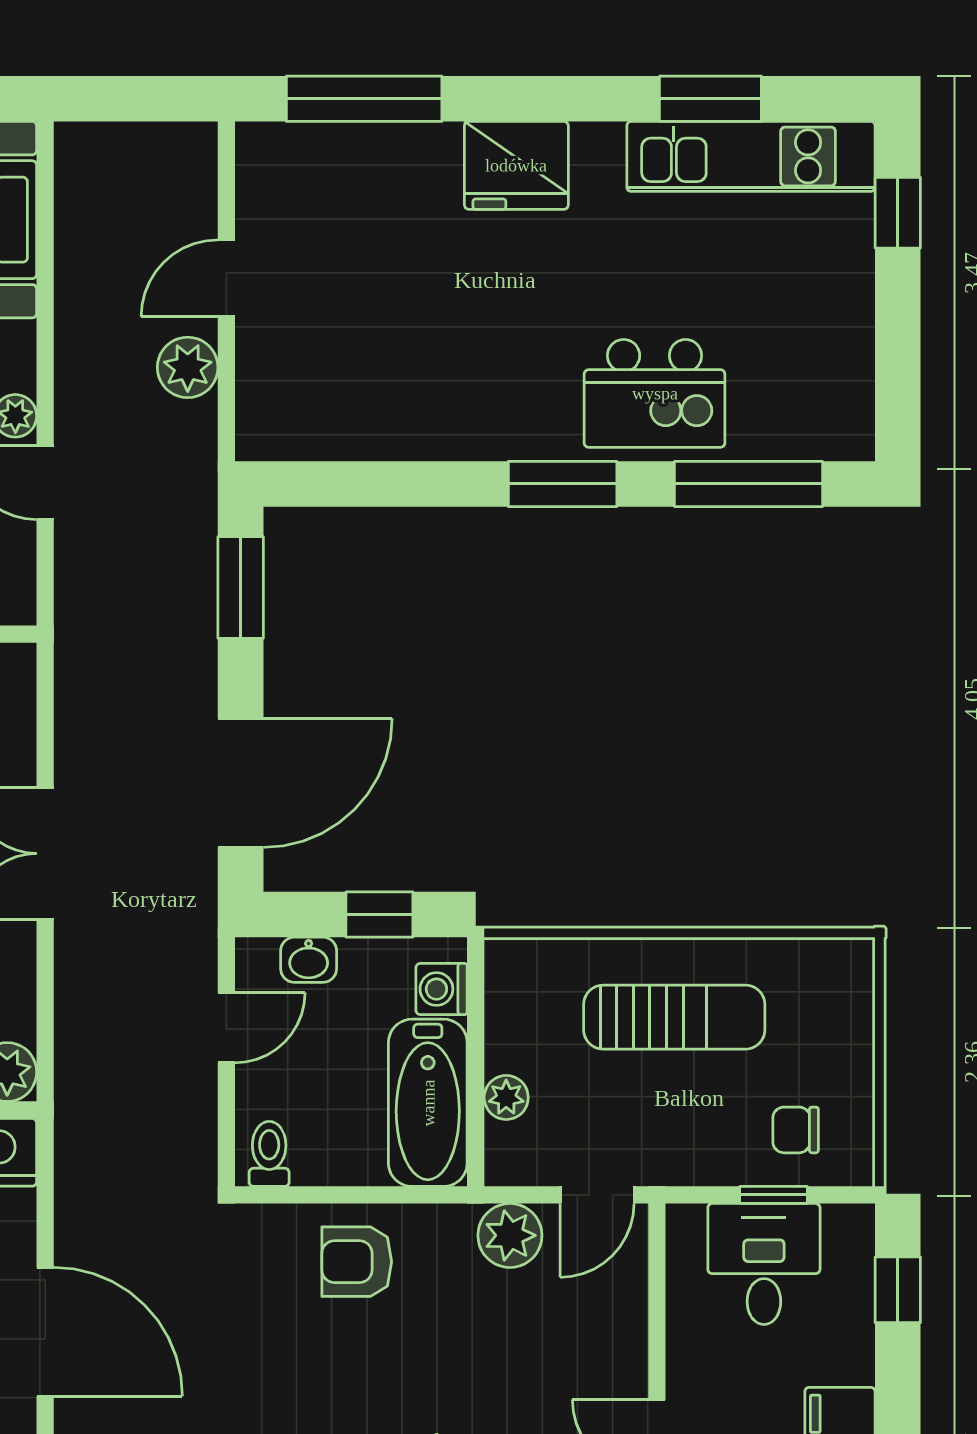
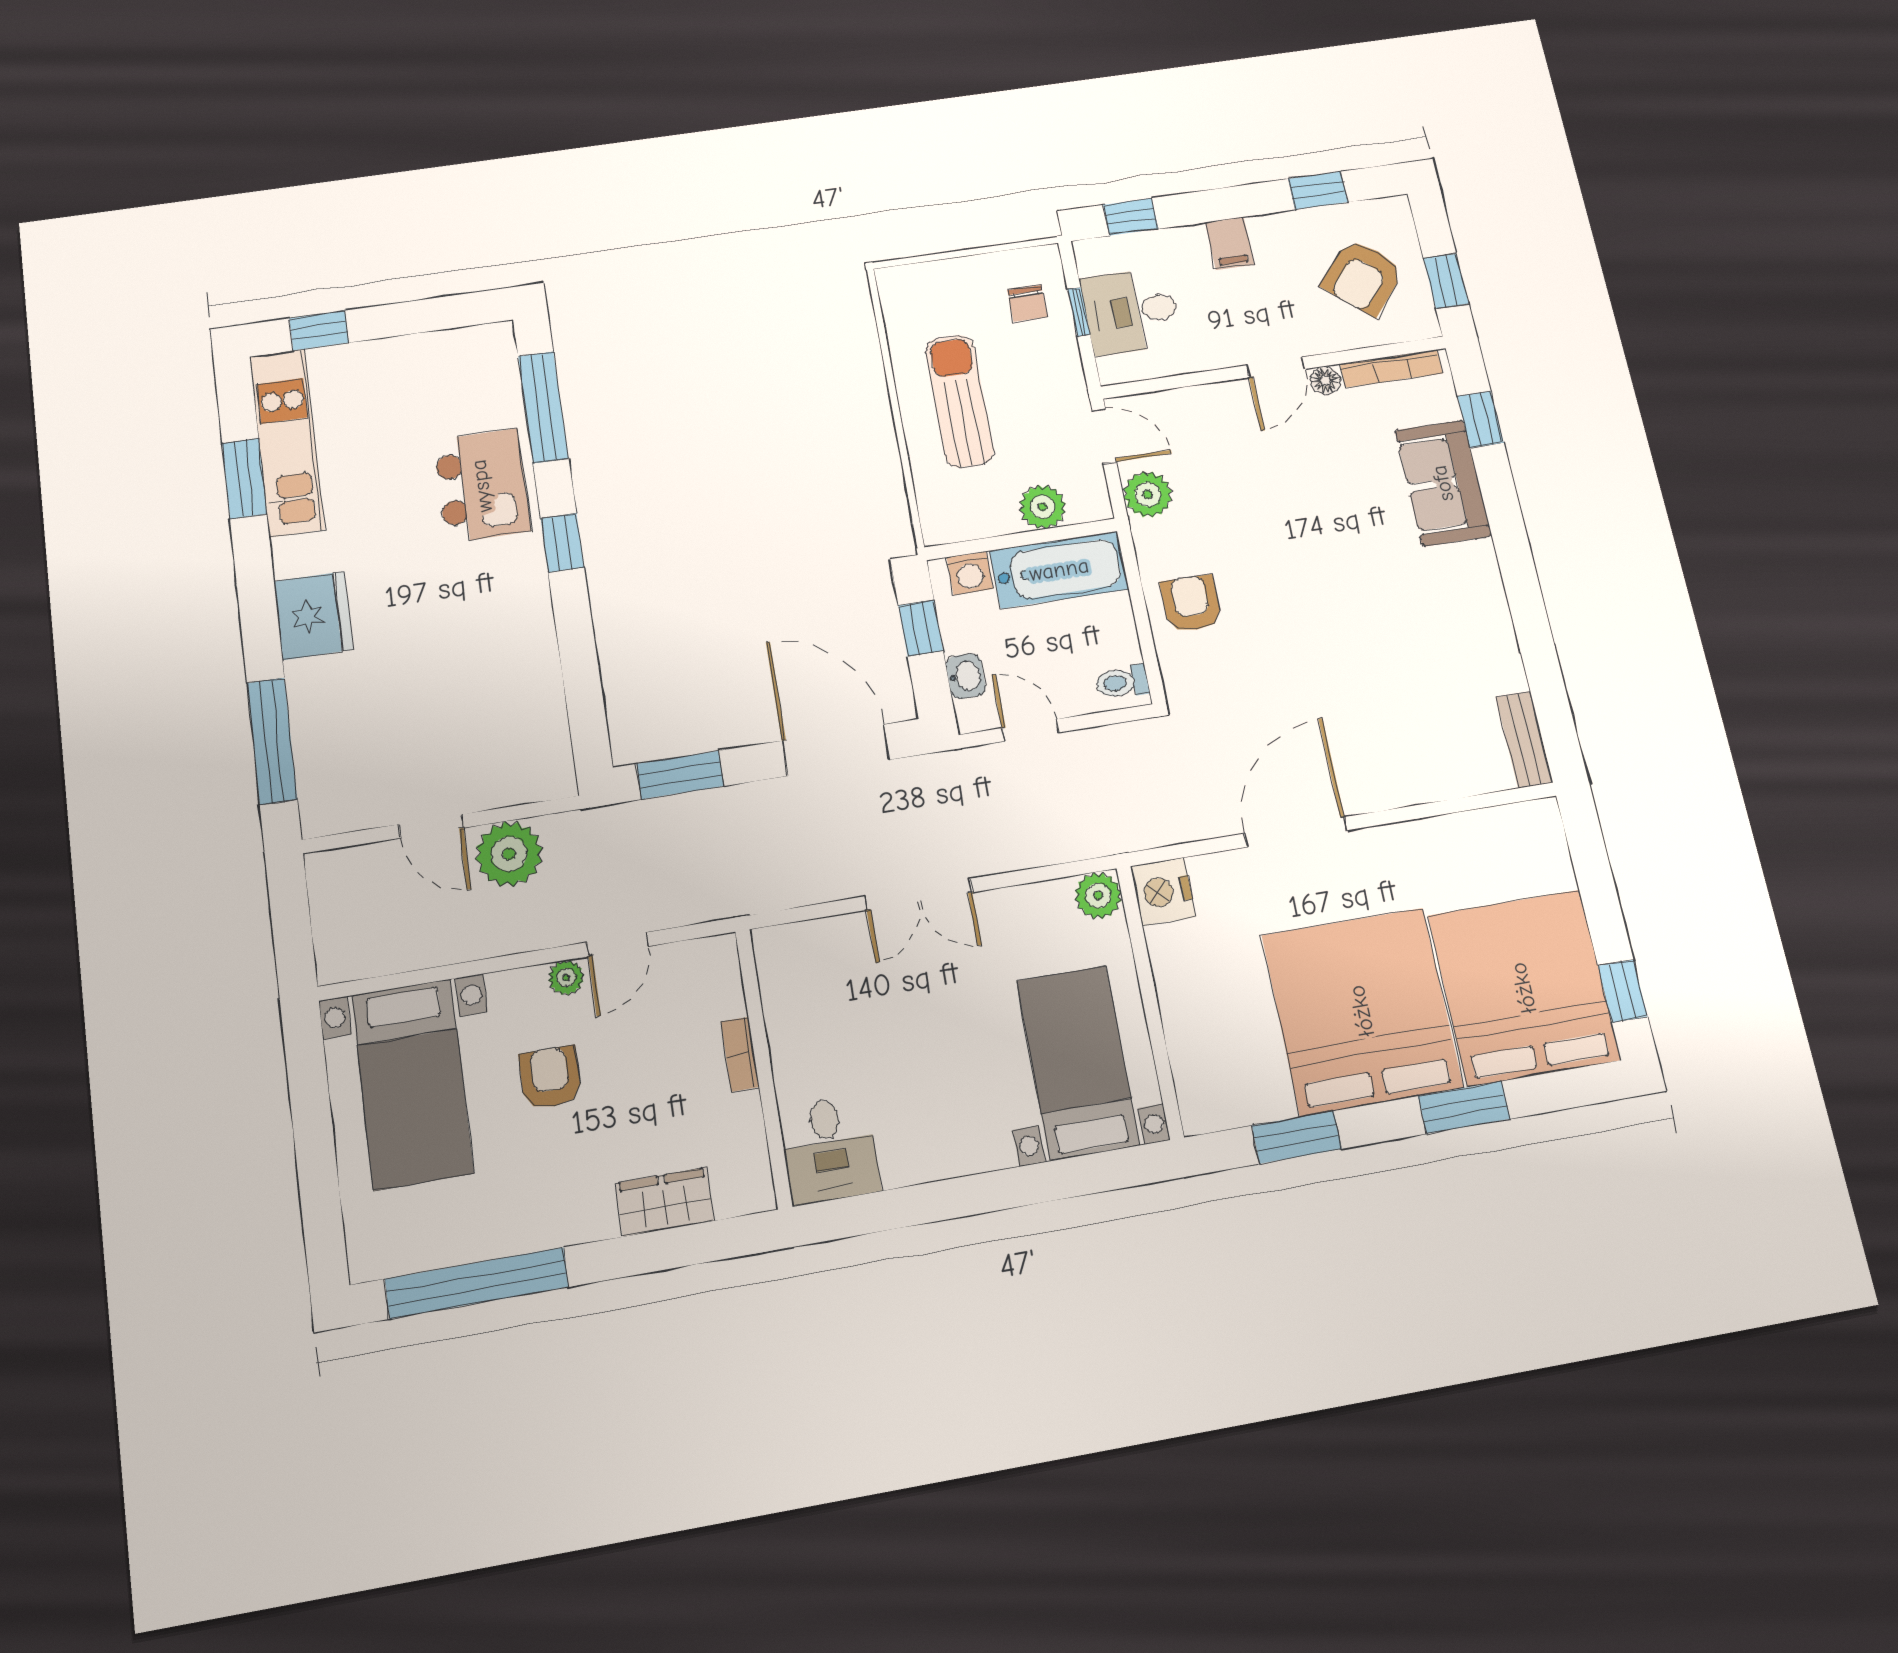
plant: (188, 367) -> (509, 854), width x1.36, depth x1.36
window: (563, 484) -> (562, 543), width x0.67
plant: (506, 1097) -> (1043, 507), width x1.38, depth x1.38
armchair: (357, 1262) -> (1191, 604), turned 180

